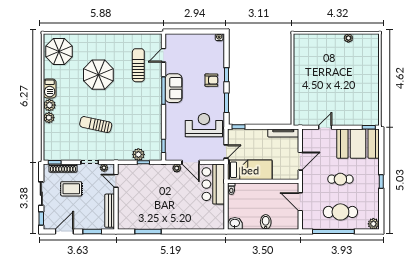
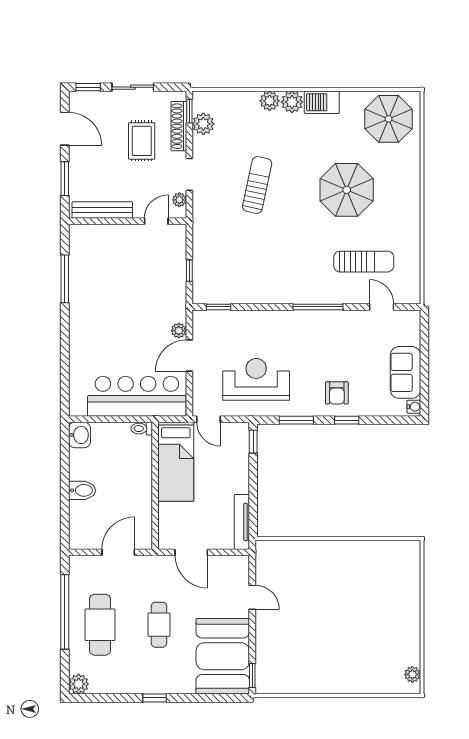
plant: (348, 38) -> (412, 674), moved
sofa: (174, 88) -> (405, 372), moved, turned 90
reception desk: (204, 125) -> (256, 379), turned -90
plant: (138, 154) -> (203, 124), moved
bar counter: (213, 184) -> (137, 396), width x1.36

